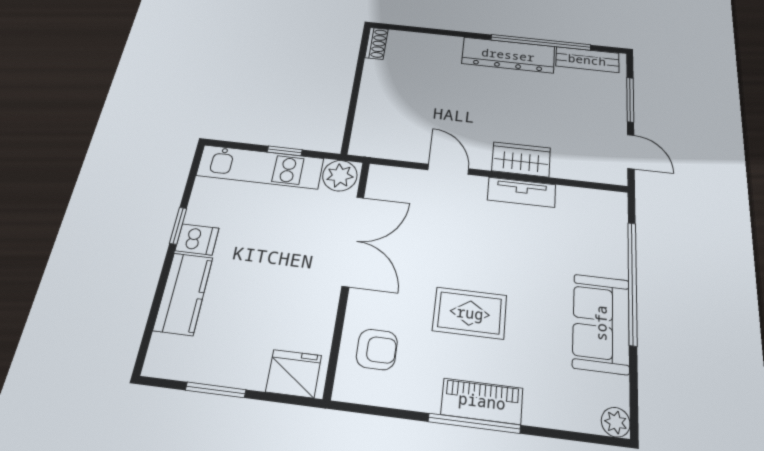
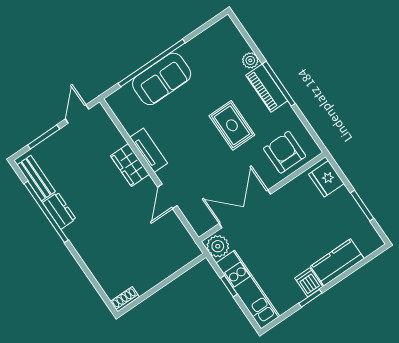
dresser: (508, 55) -> (59, 211), width x0.51, depth x0.80
sofa: (601, 323) -> (162, 79), moved
armchair: (377, 349) -> (285, 152), width x1.38, depth x1.38
plant: (616, 422) -> (250, 60), moved

